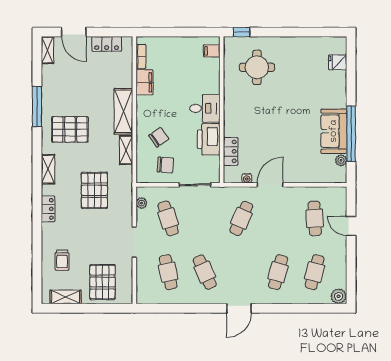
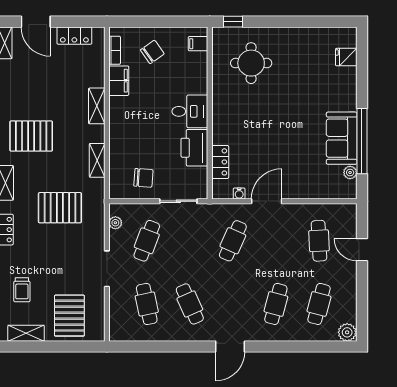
shelving: (123, 111) -> (97, 106), width x0.67, depth x0.75
chair: (159, 137) -> (152, 52), moved
pallet: (94, 190) -> (60, 208), turned 90
cafe table: (168, 218) -> (147, 241), turned 39

